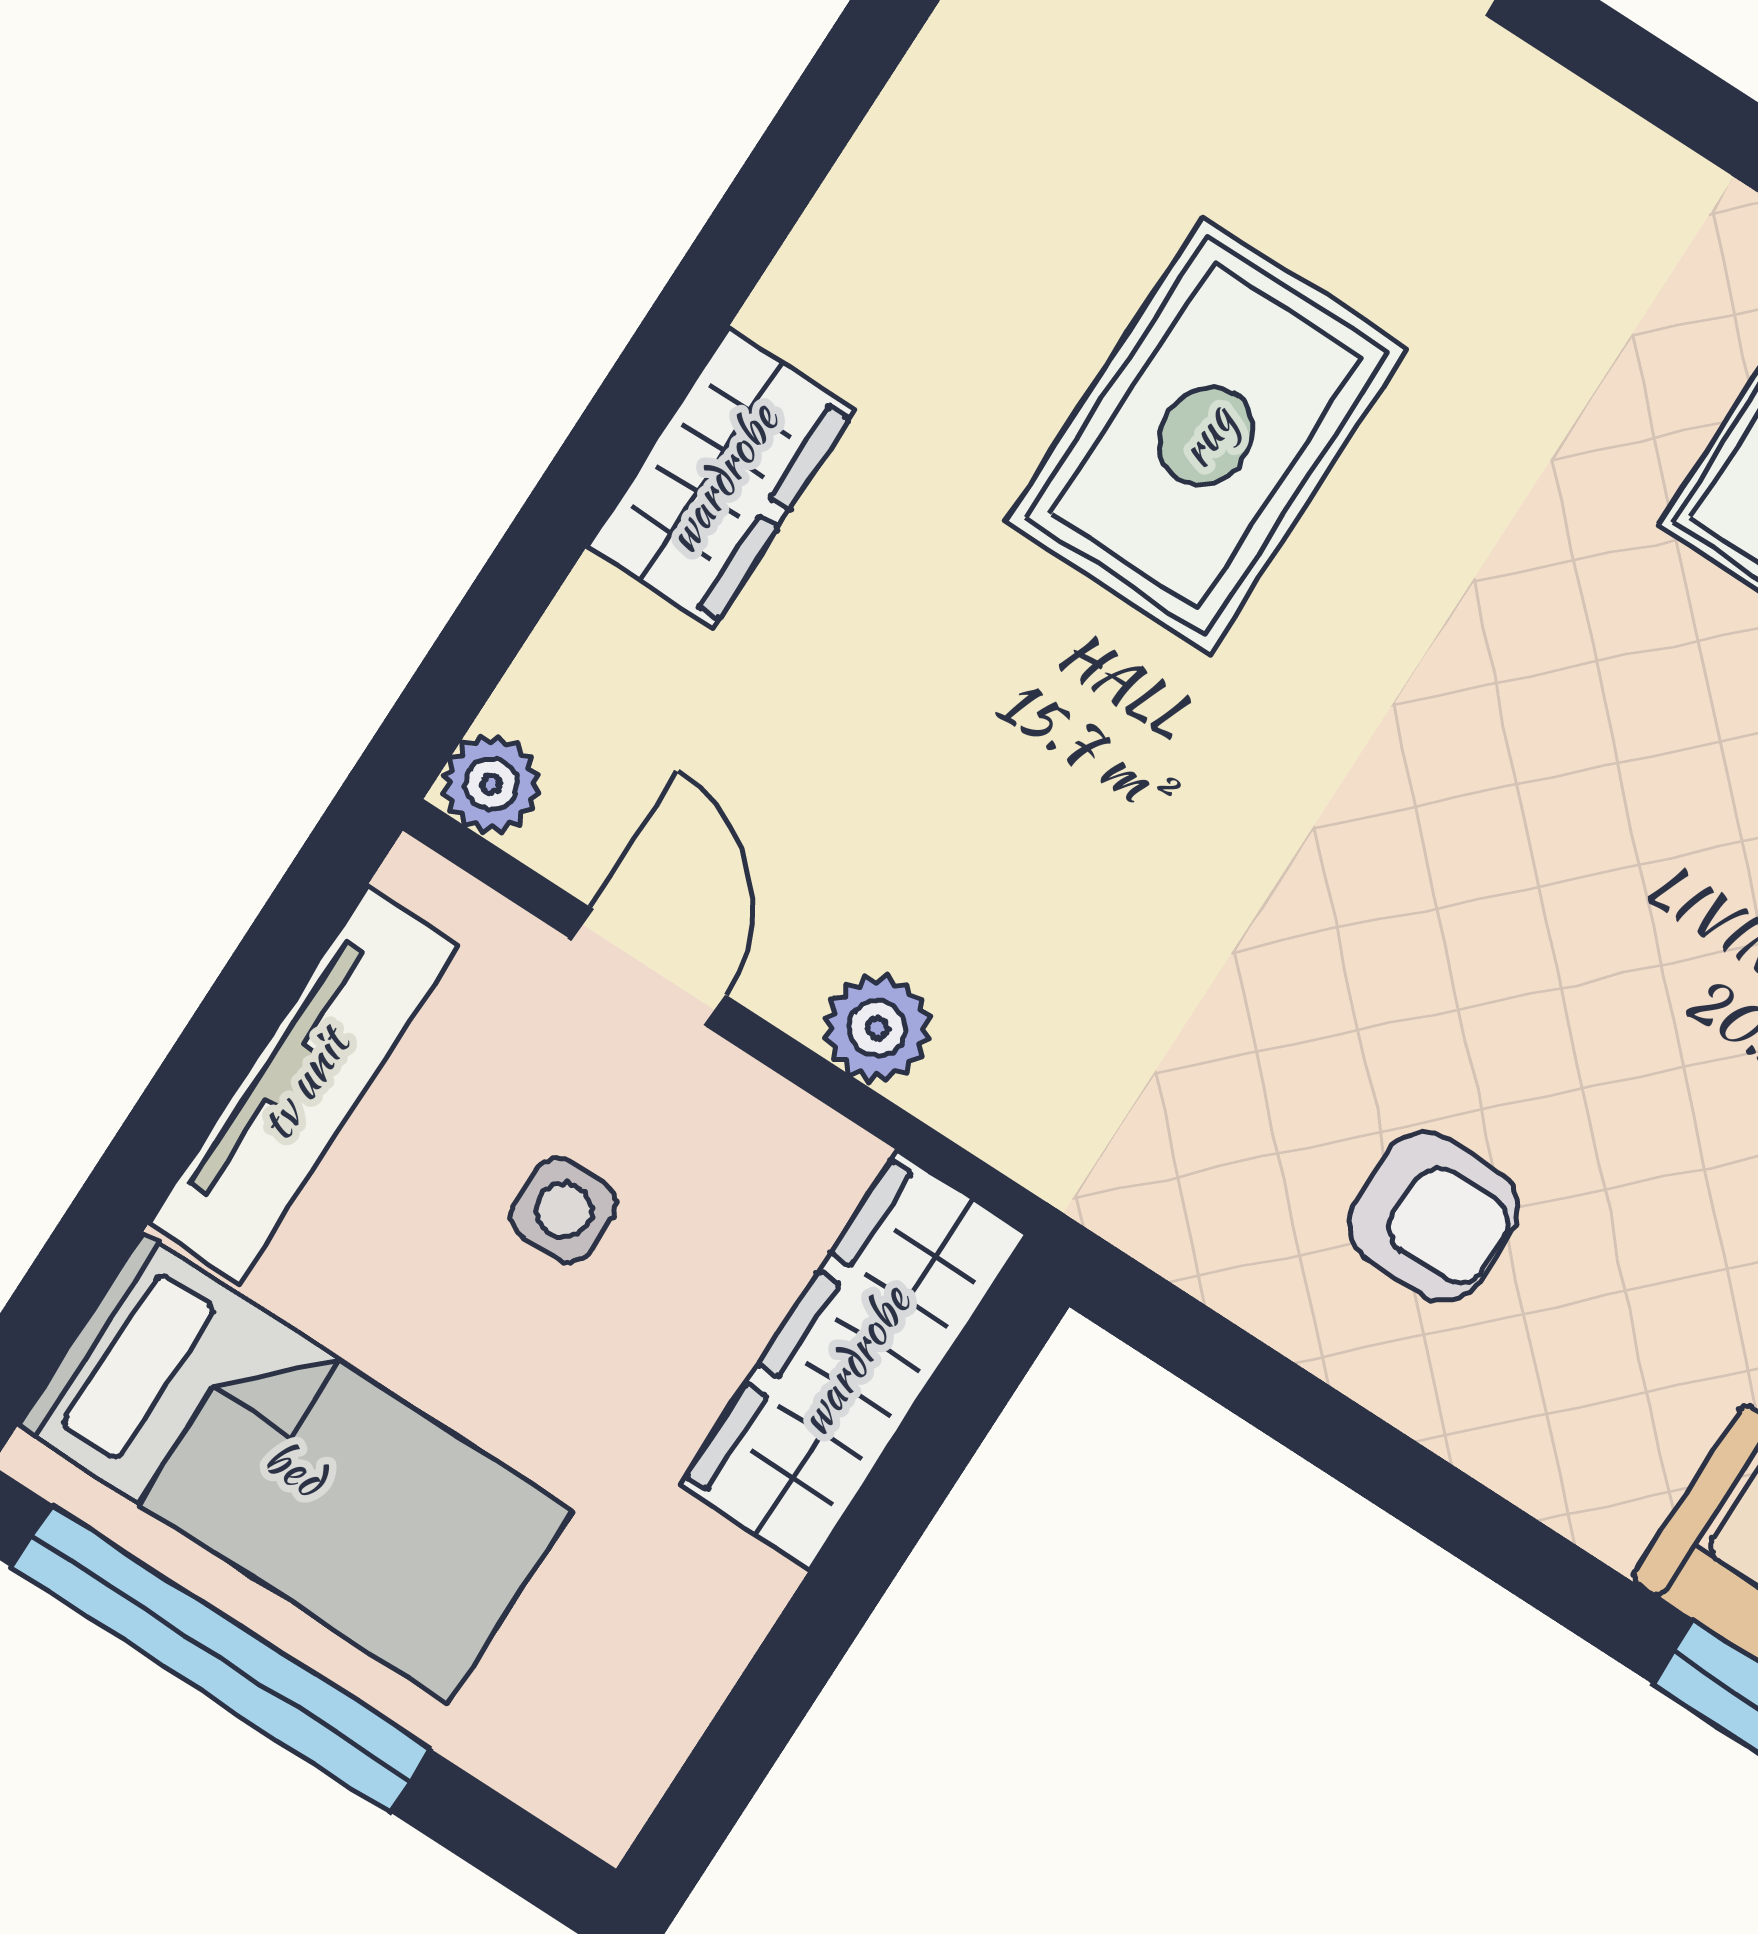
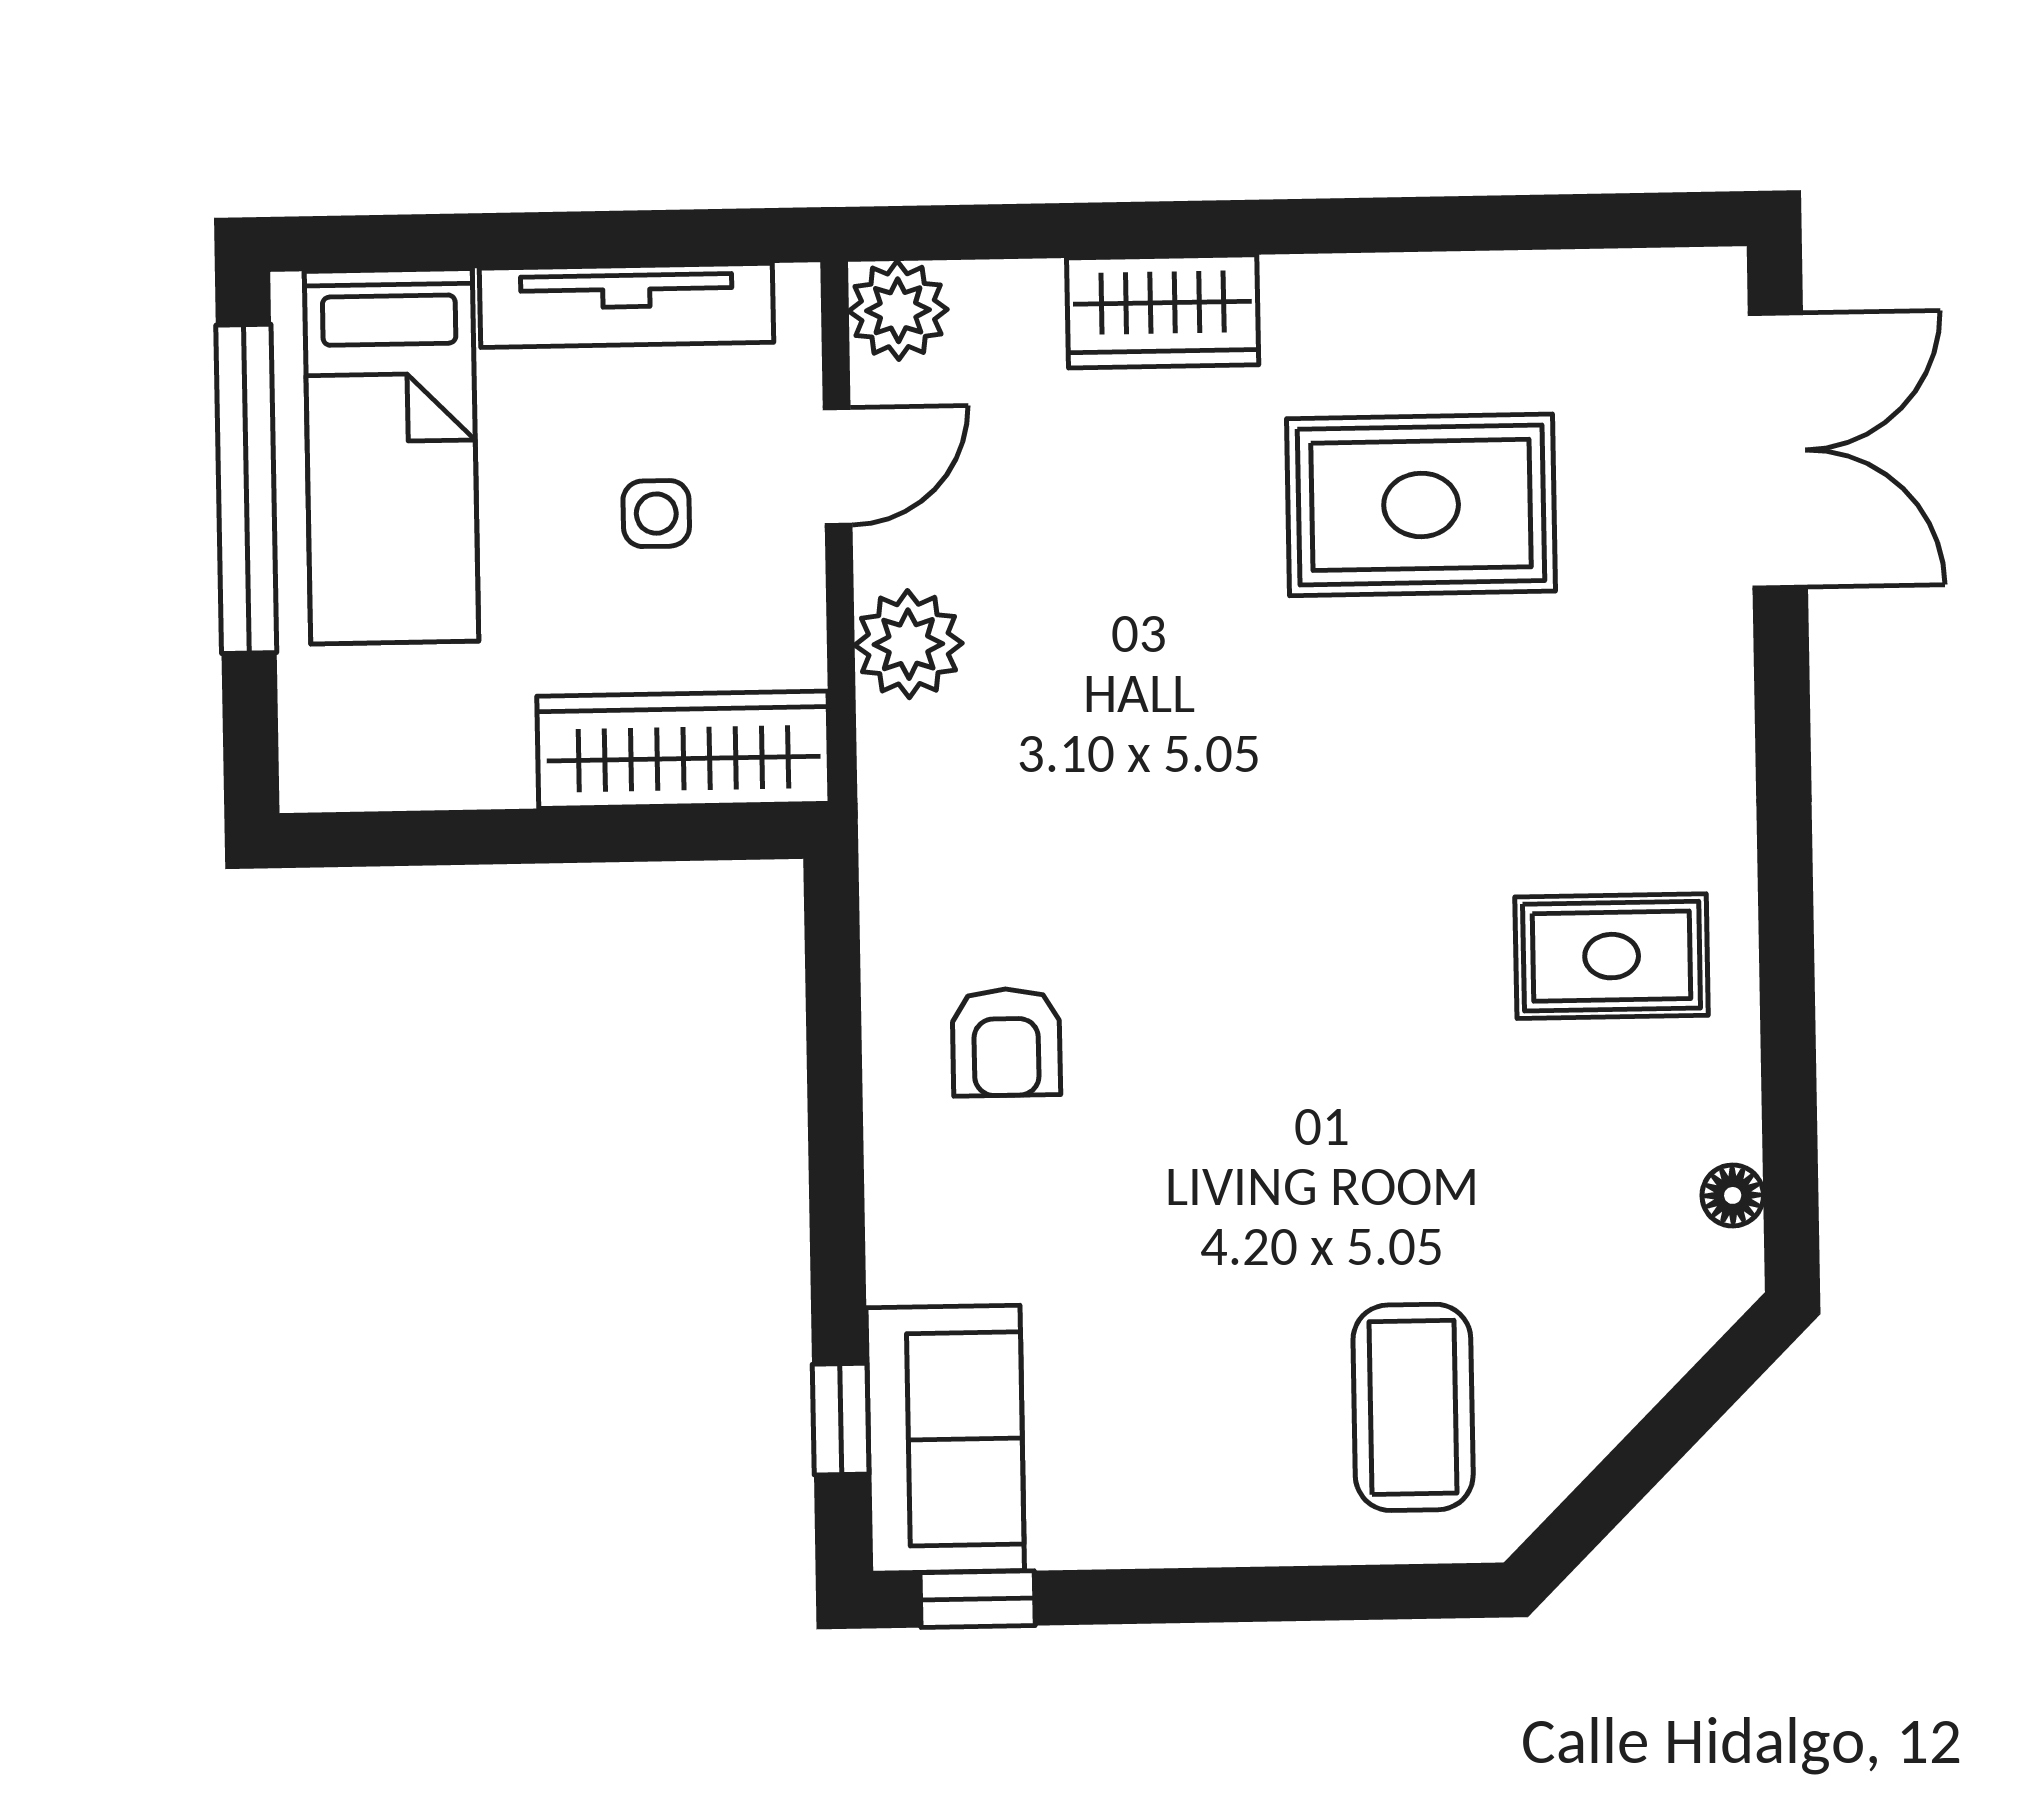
rug: (1206, 436) -> (1421, 505), moved
plant: (491, 784) -> (898, 310), width x1.38, depth x1.38
plant: (877, 1029) -> (908, 644), width x1.38, depth x1.38

